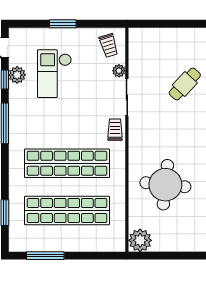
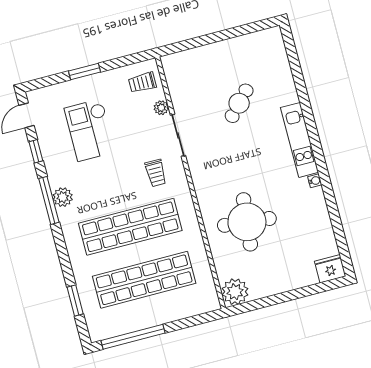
trolley: (109, 46) -> (142, 82), turned 107
plant: (17, 75) -> (63, 197), moved
trolley: (115, 130) -> (156, 173), moved, turned 180
window: (45, 256) -> (133, 337), width x1.46

